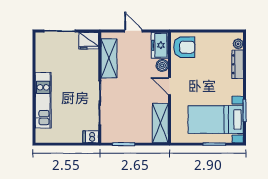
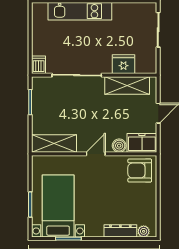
fridge: (89, 41) -> (124, 64), moved, turned 90
armchair: (184, 47) -> (140, 170), turned 90

